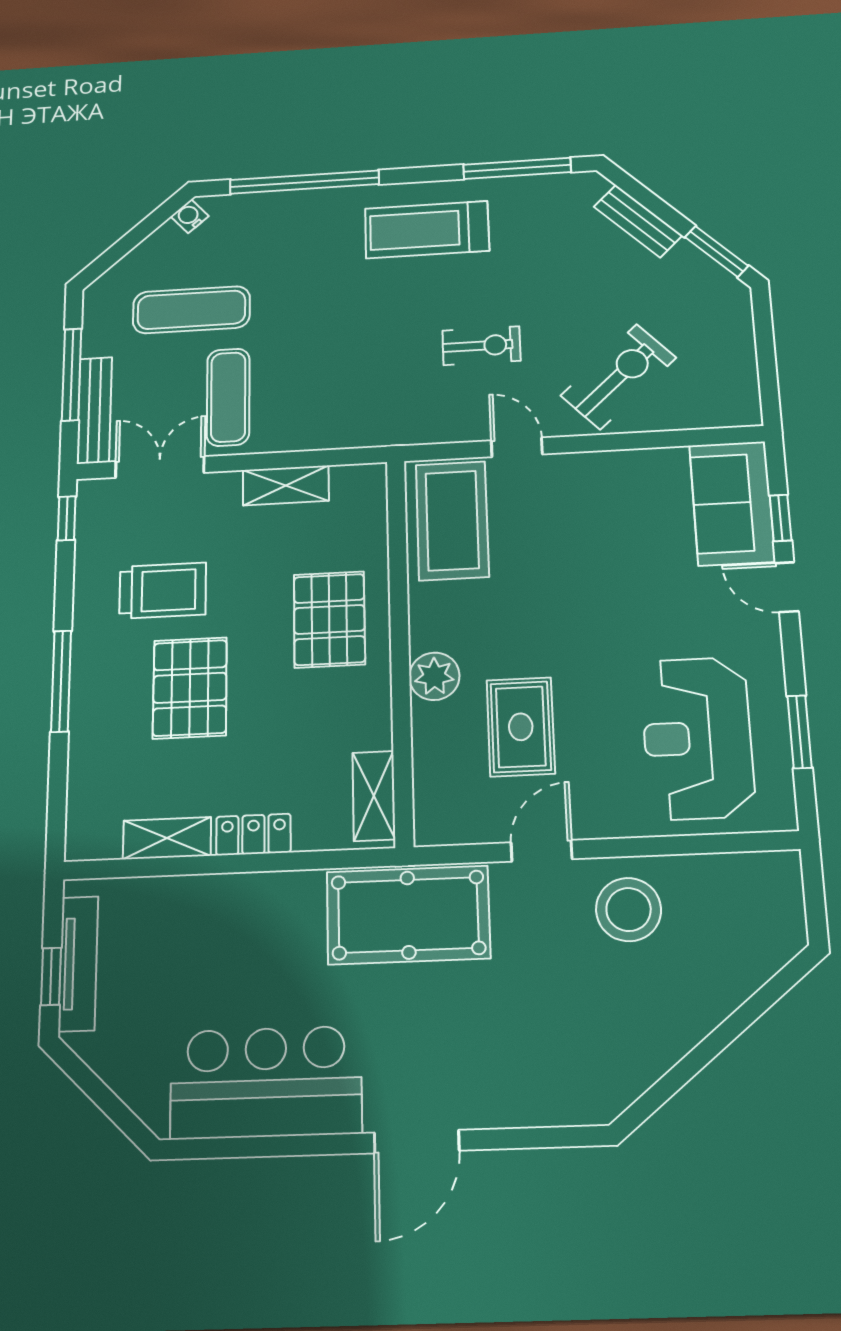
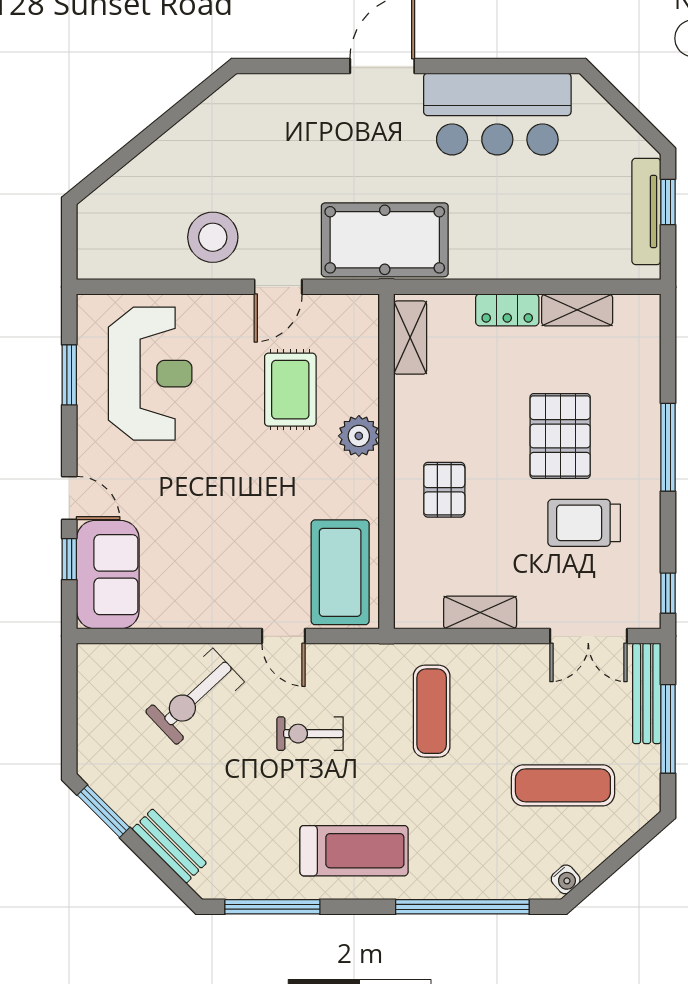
exercise mat: (228, 397) -> (432, 711), moved
pallet: (329, 619) -> (444, 490), width x0.67, depth x0.71

